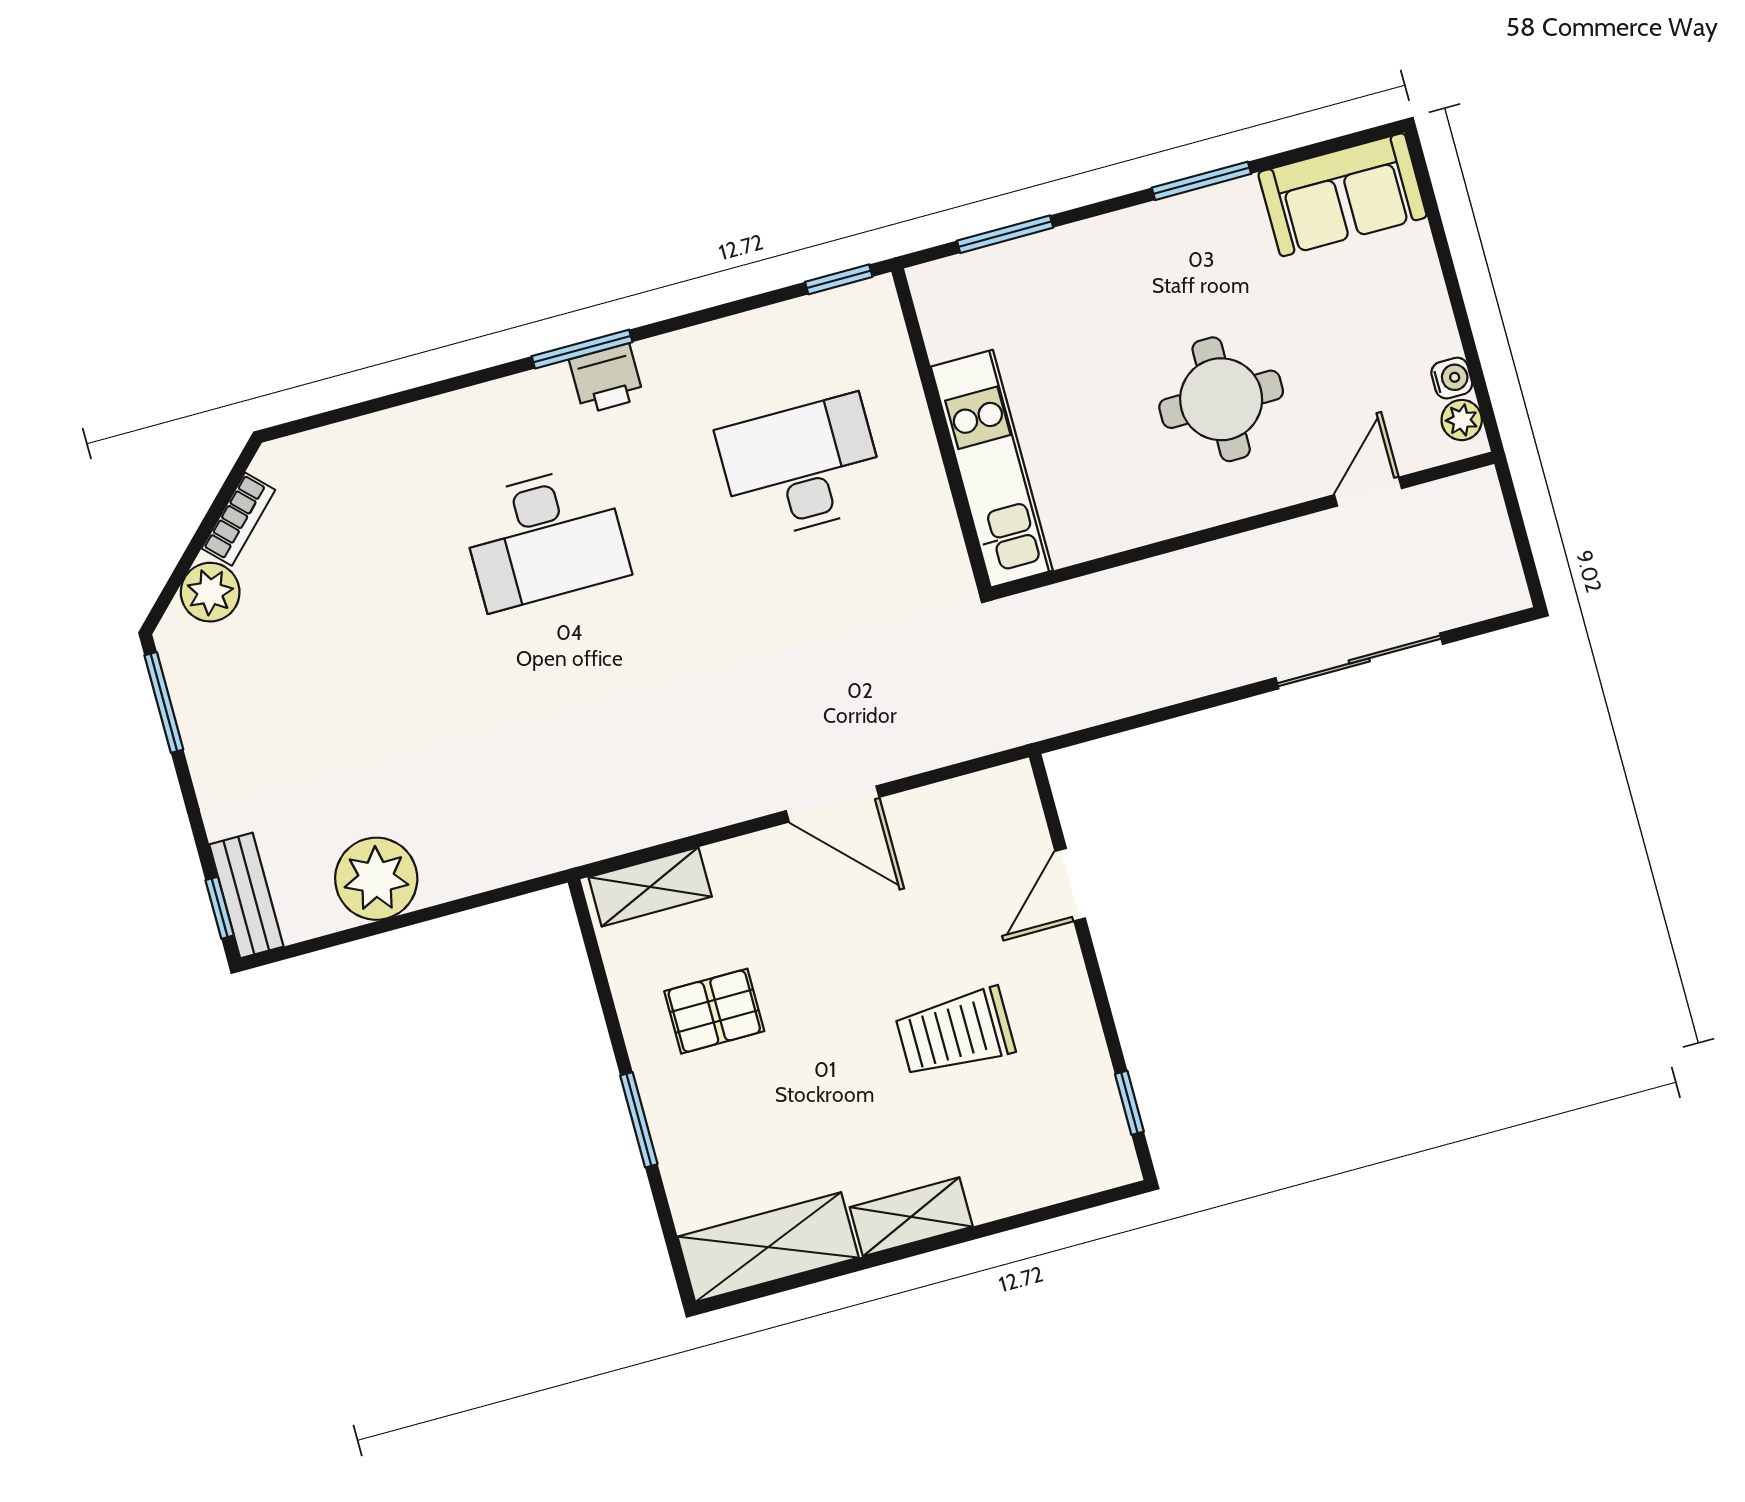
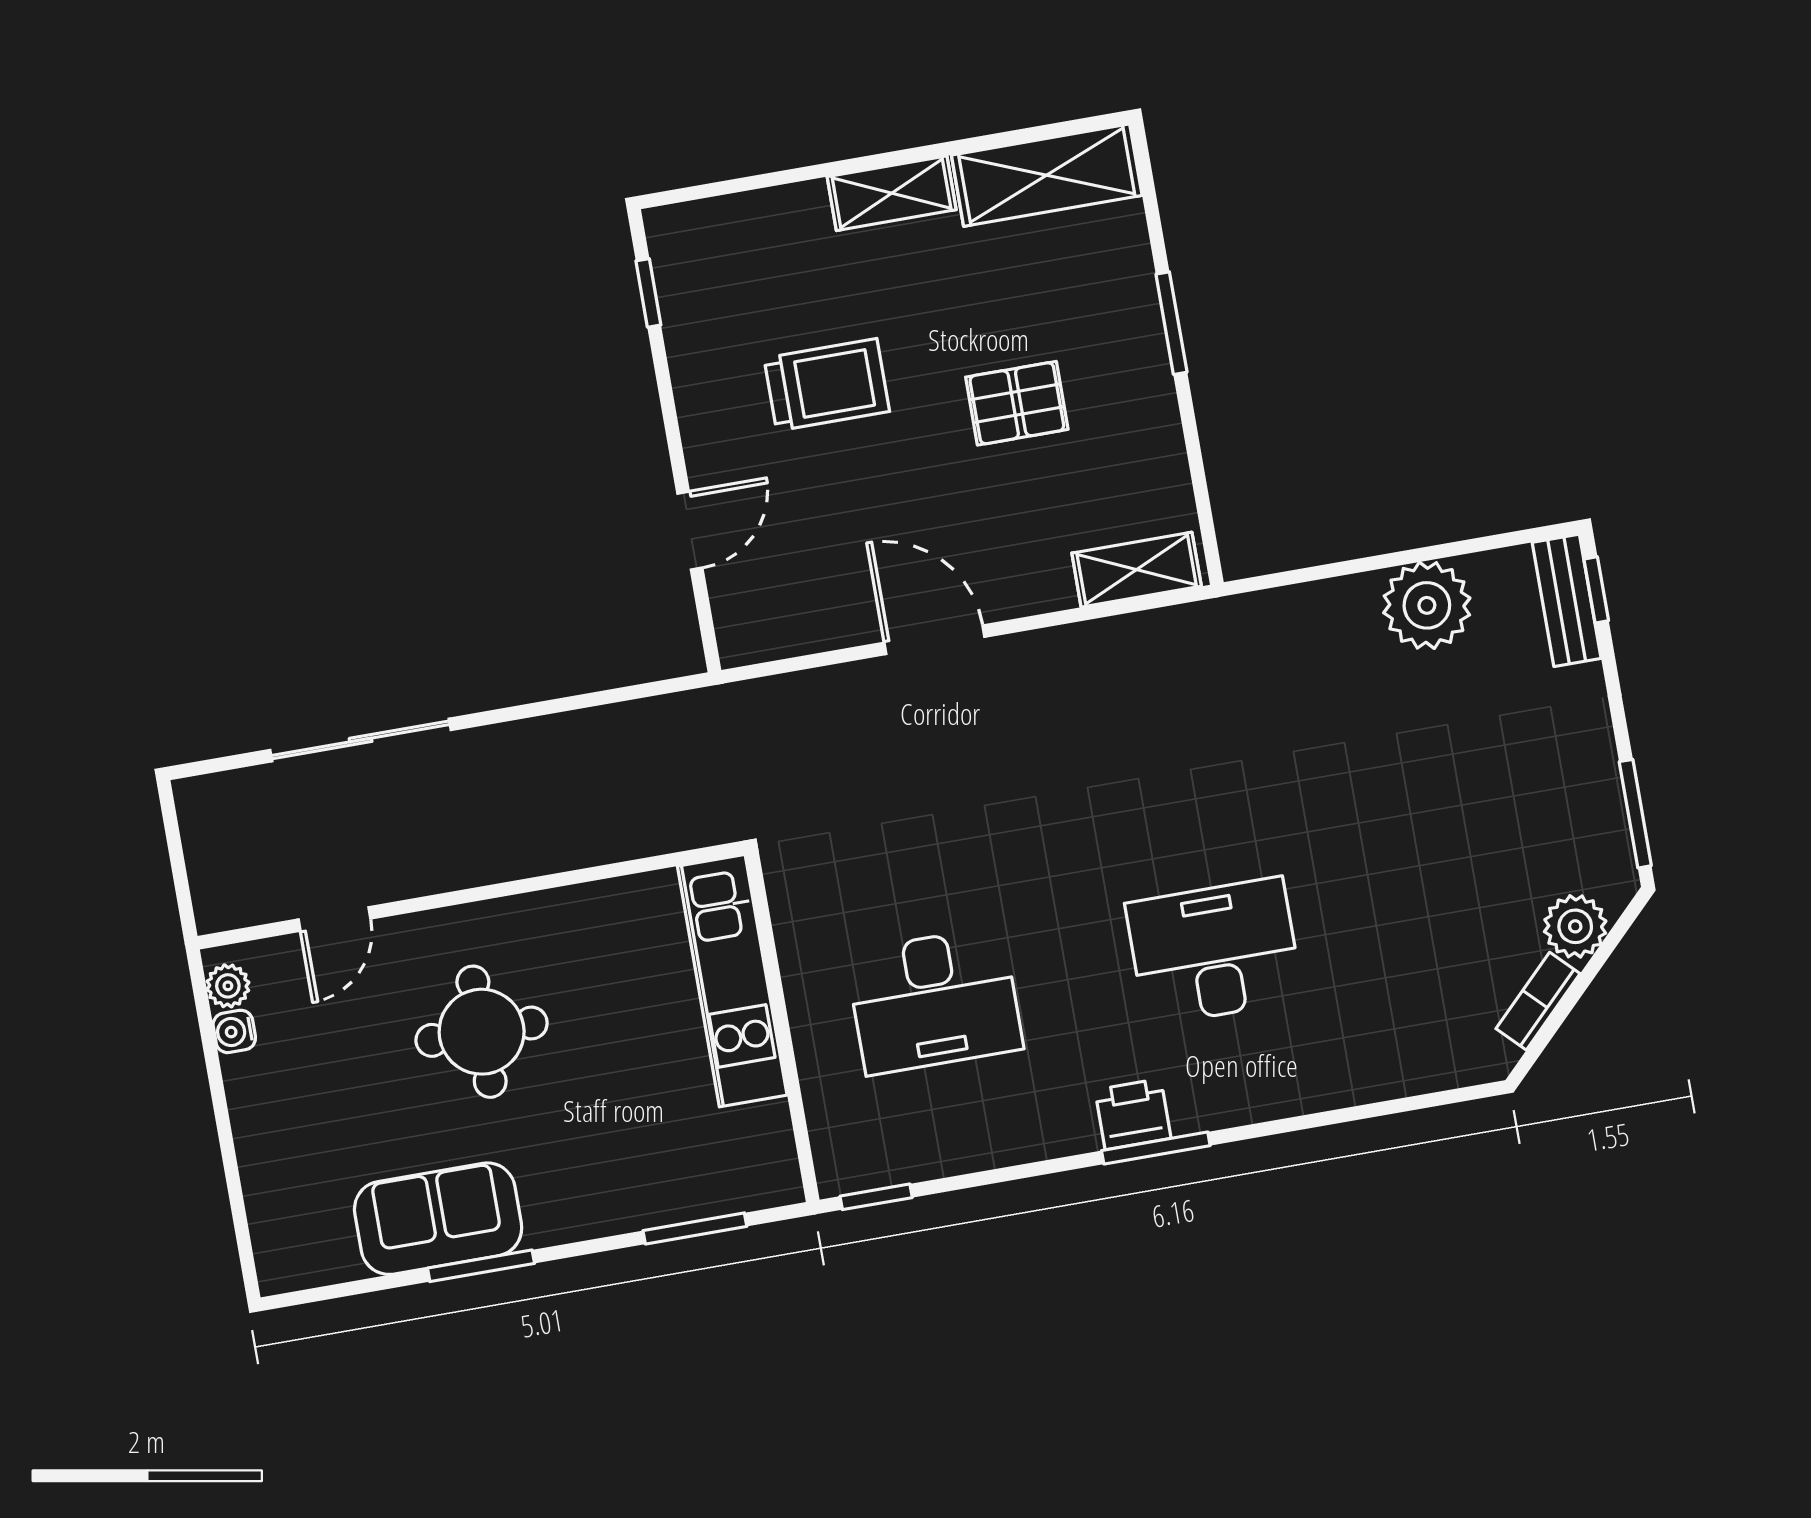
sofa: (1342, 195) -> (438, 1219), moved
pallet: (714, 1011) -> (1017, 403), moved

